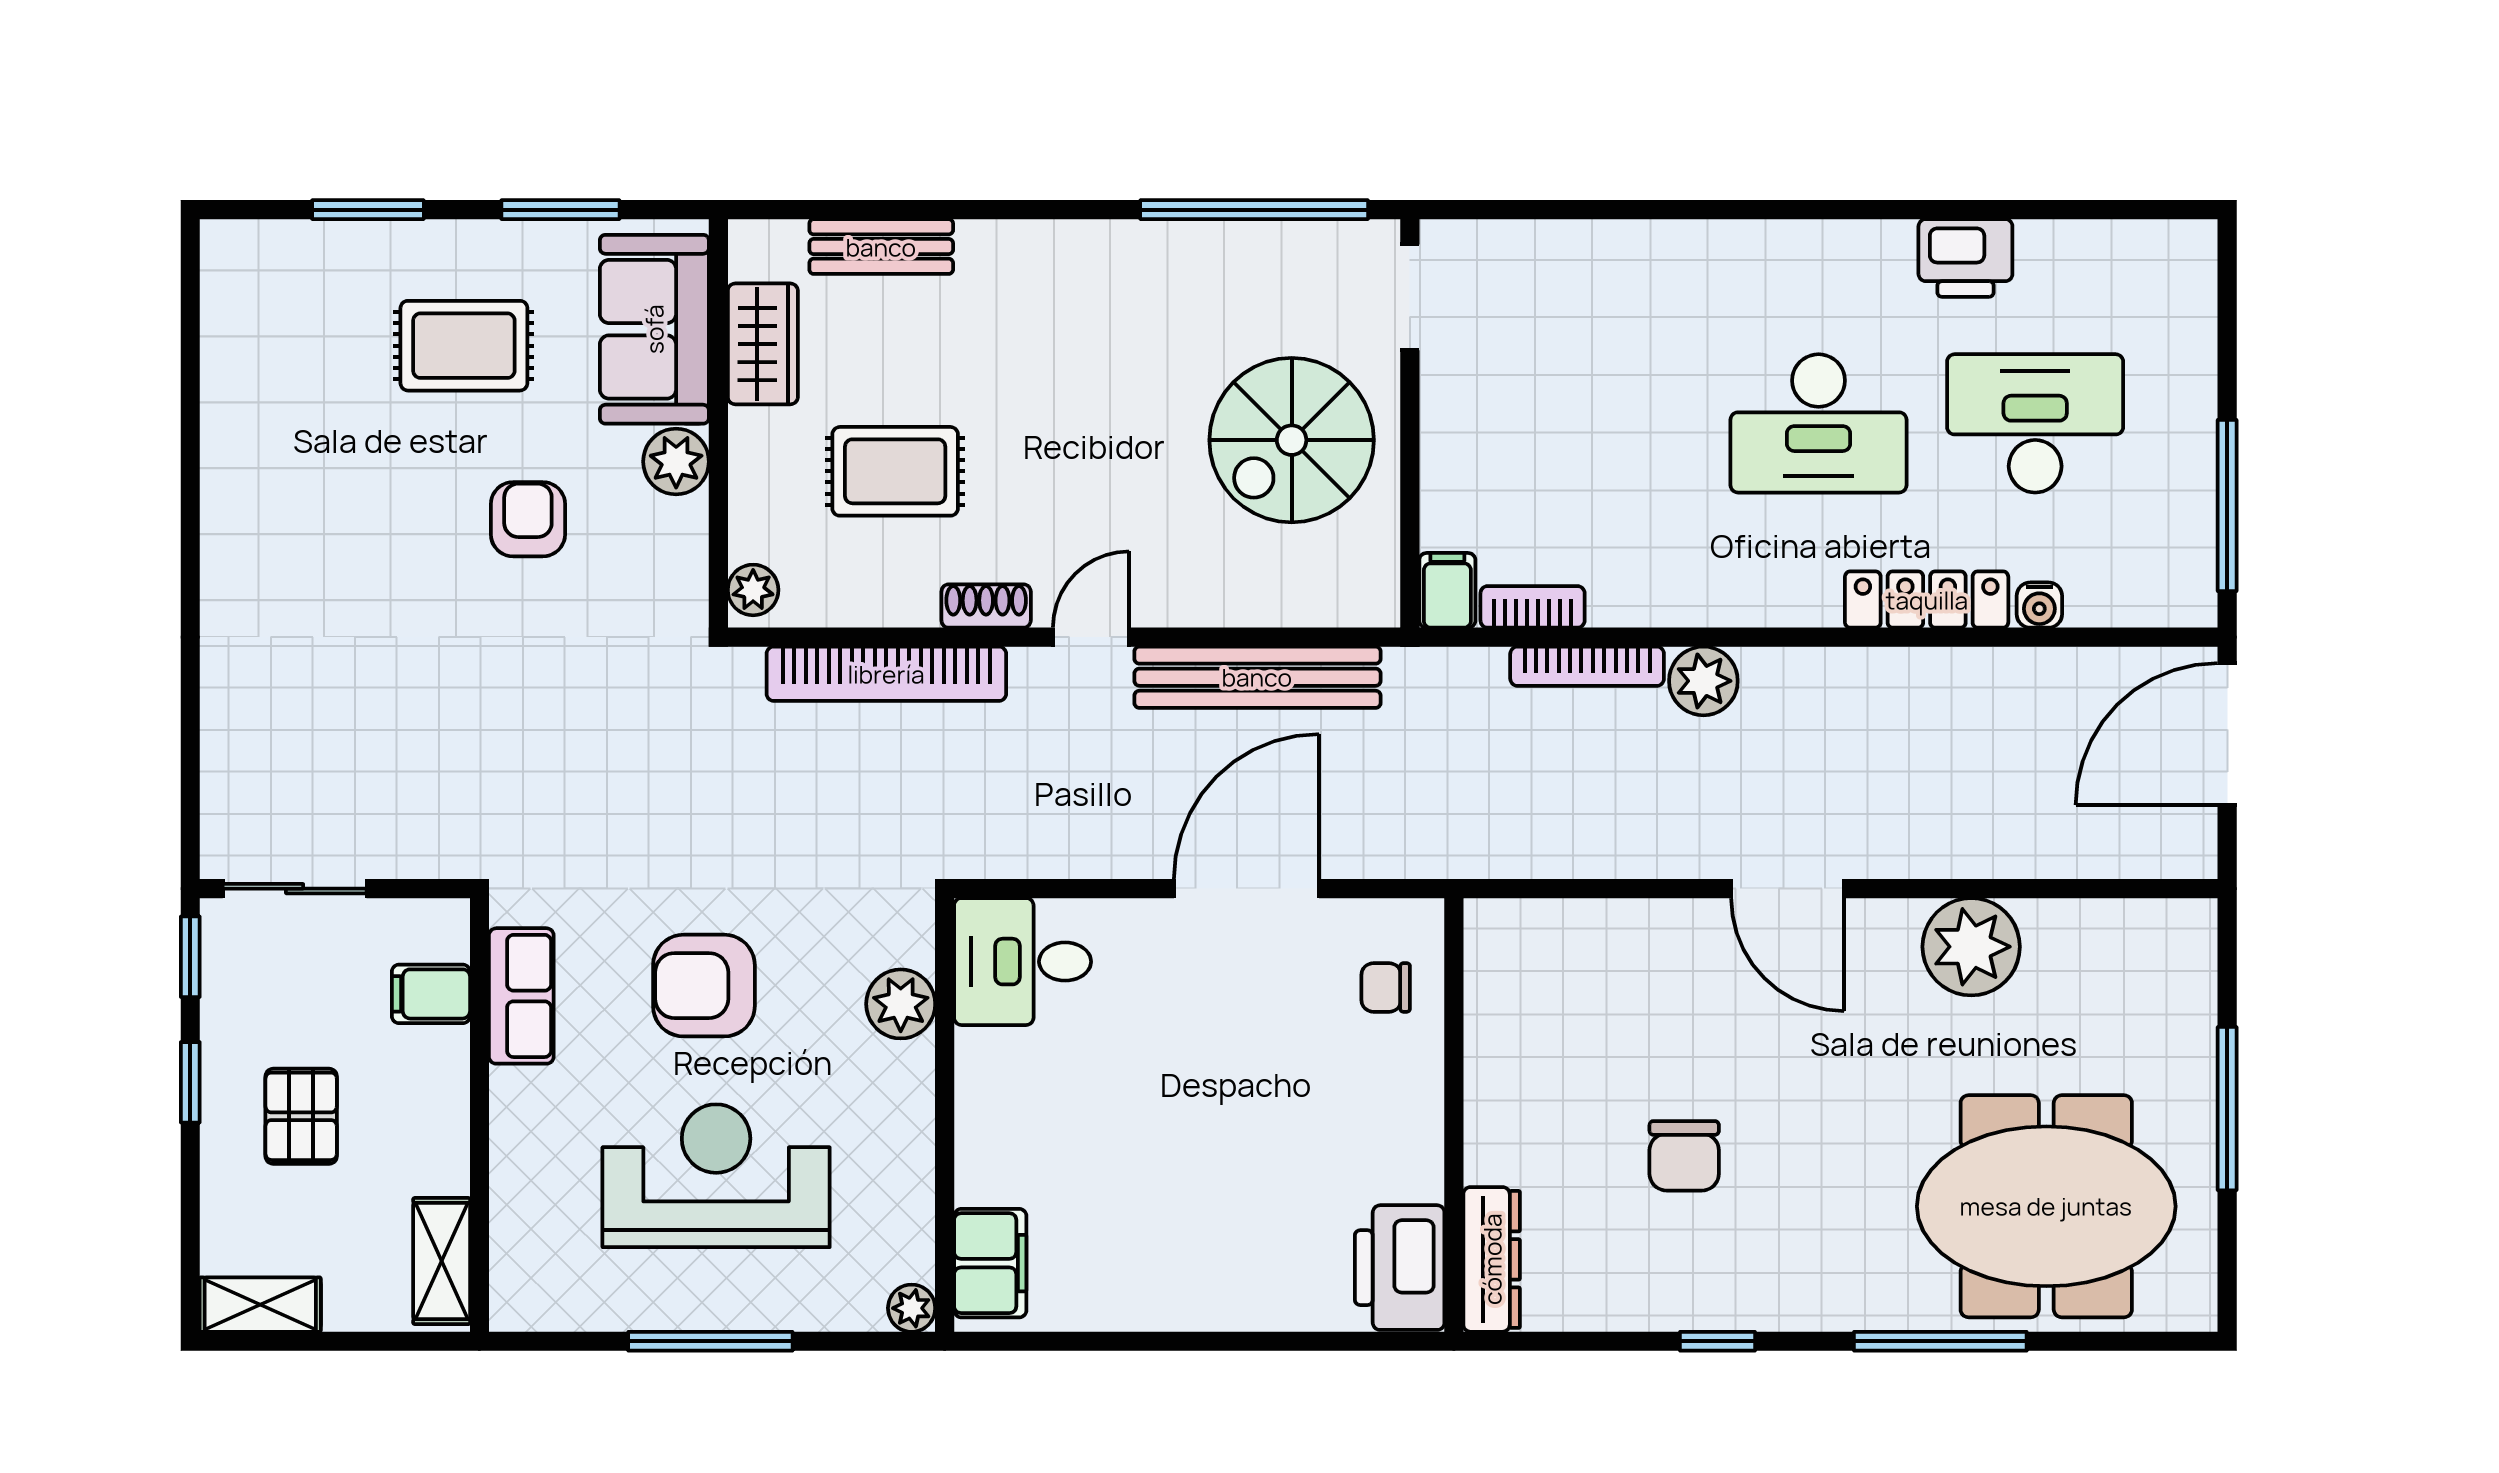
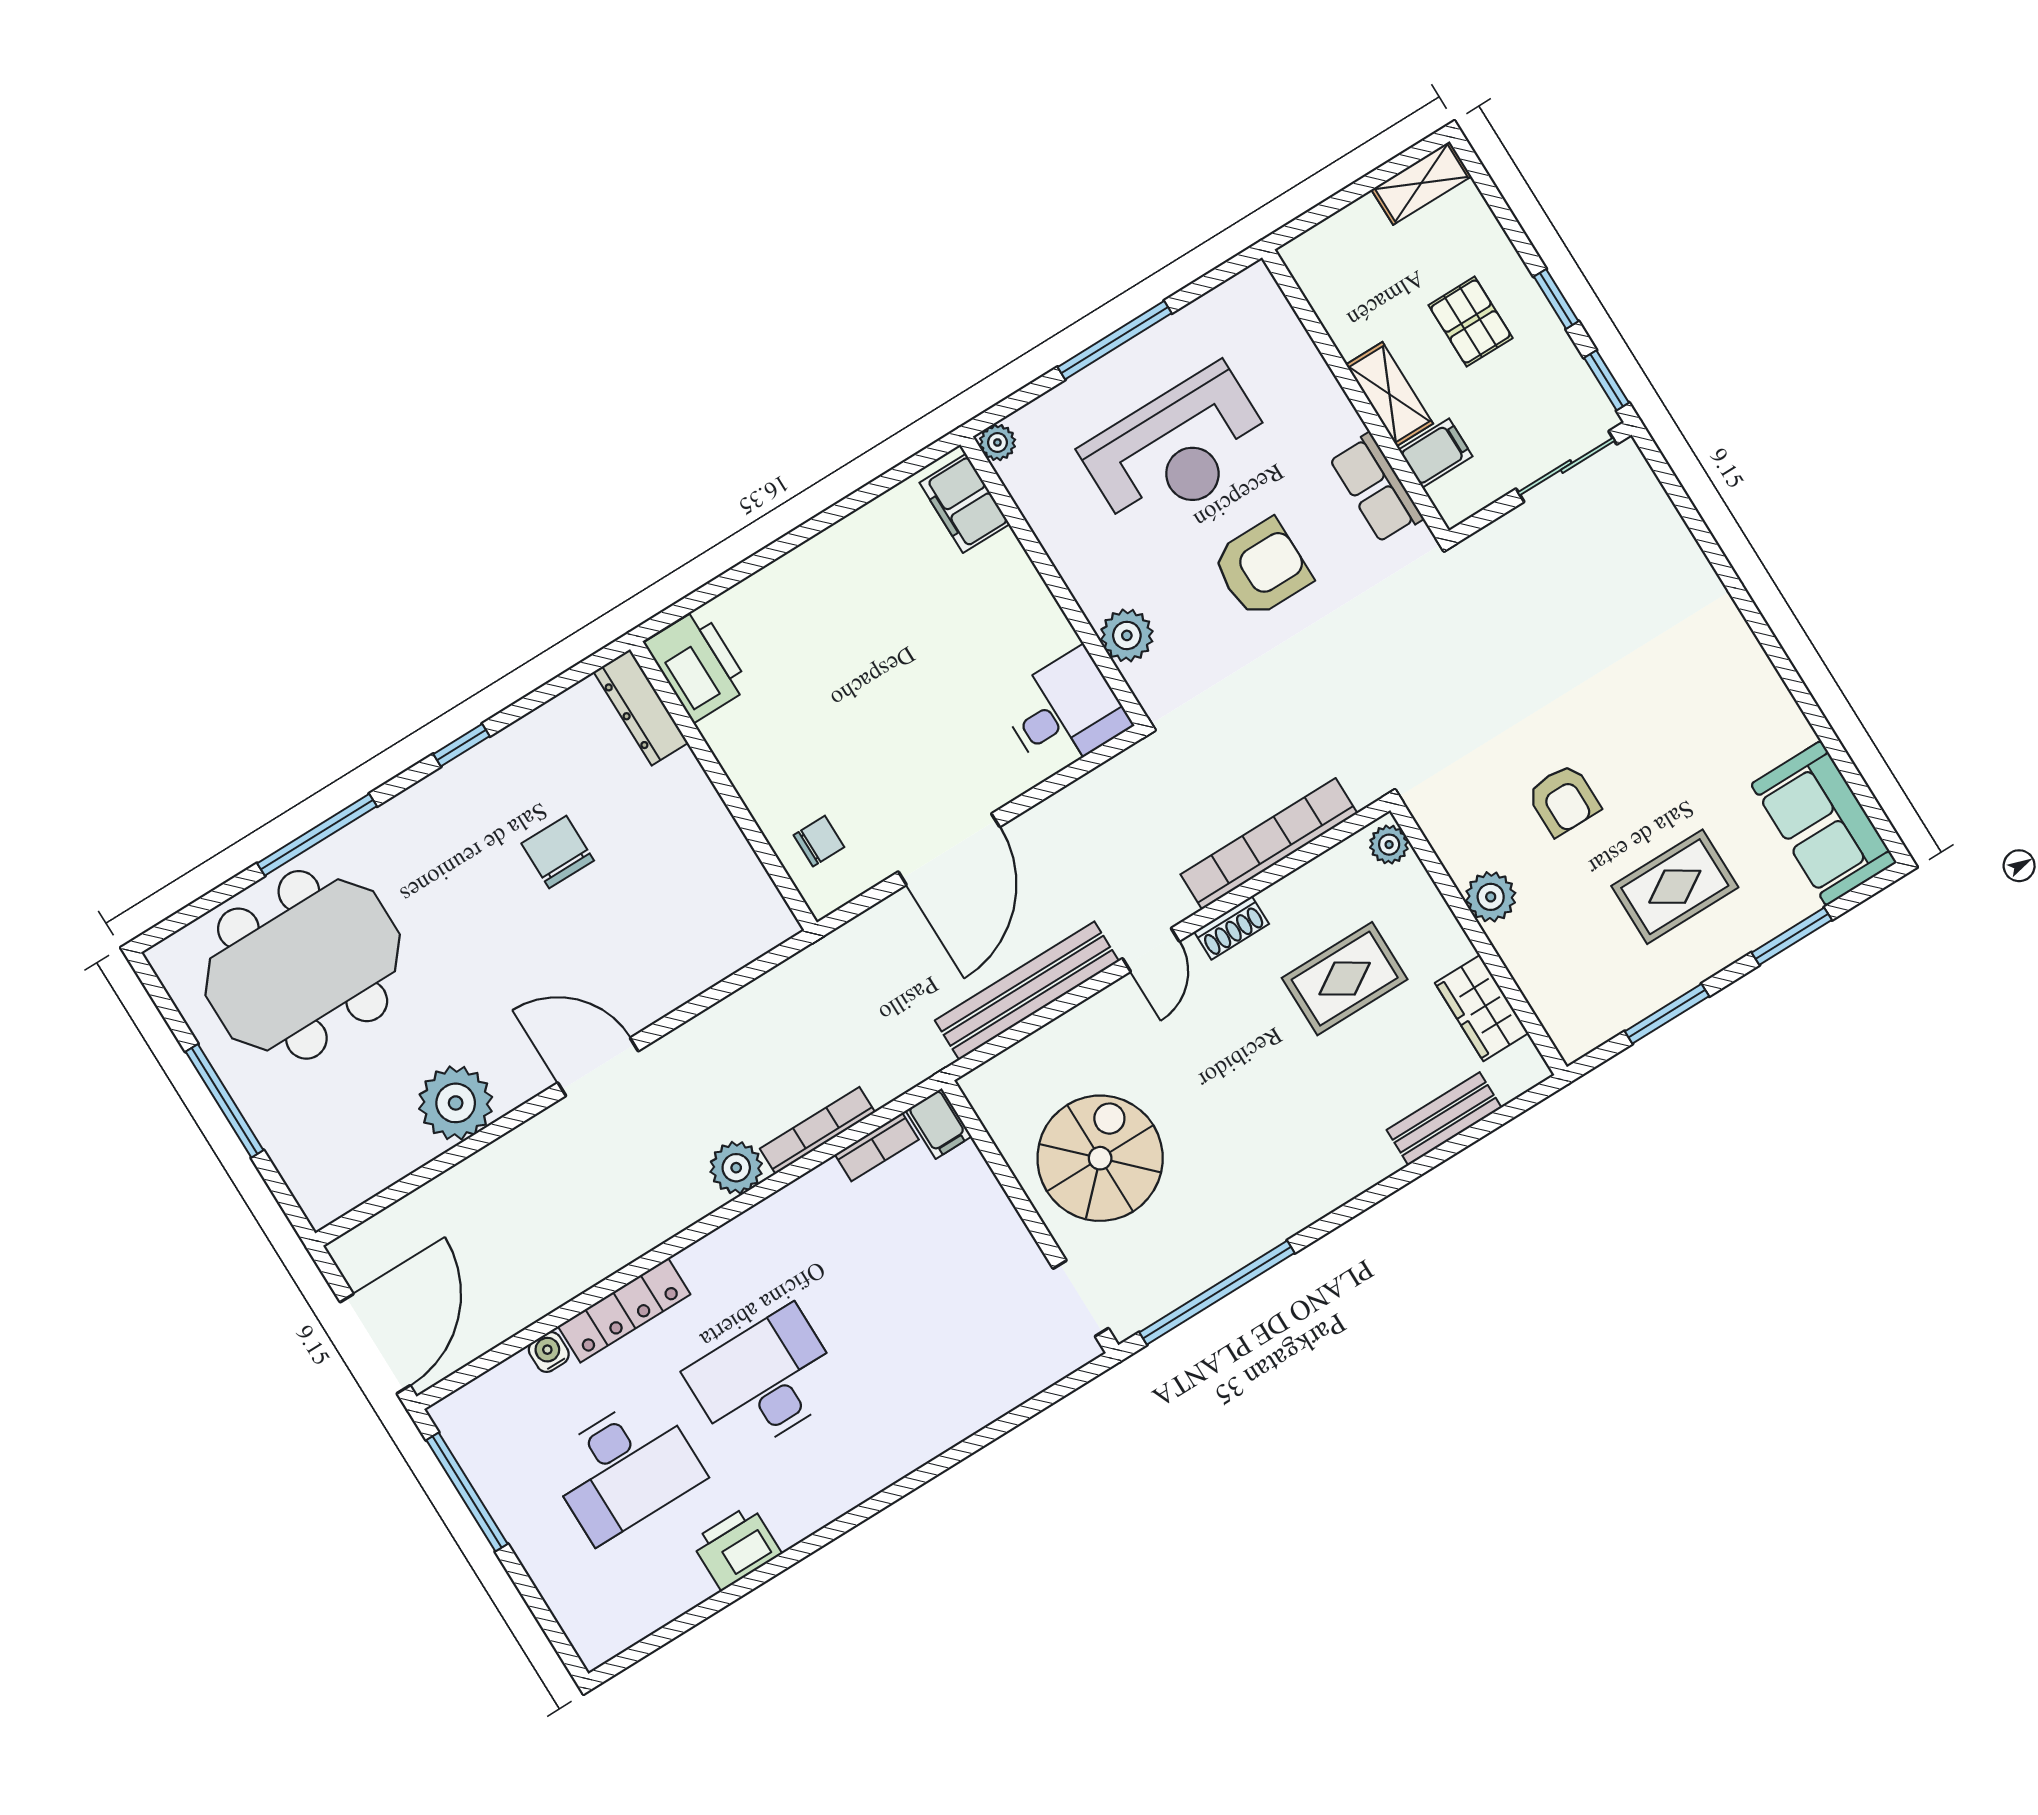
sofa: (654, 329) -> (1824, 823), moved, turned 180
shelving: (442, 1261) -> (1389, 394), moved

